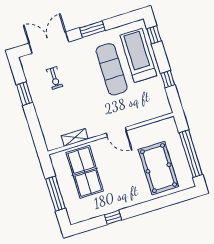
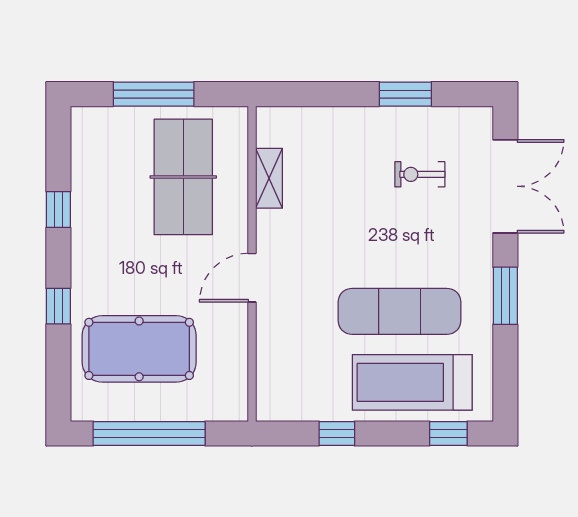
treadmill: (138, 55) -> (412, 382), turned 180
table tennis table: (85, 172) -> (183, 177), turned 90
window: (151, 205) -> (58, 306), added

